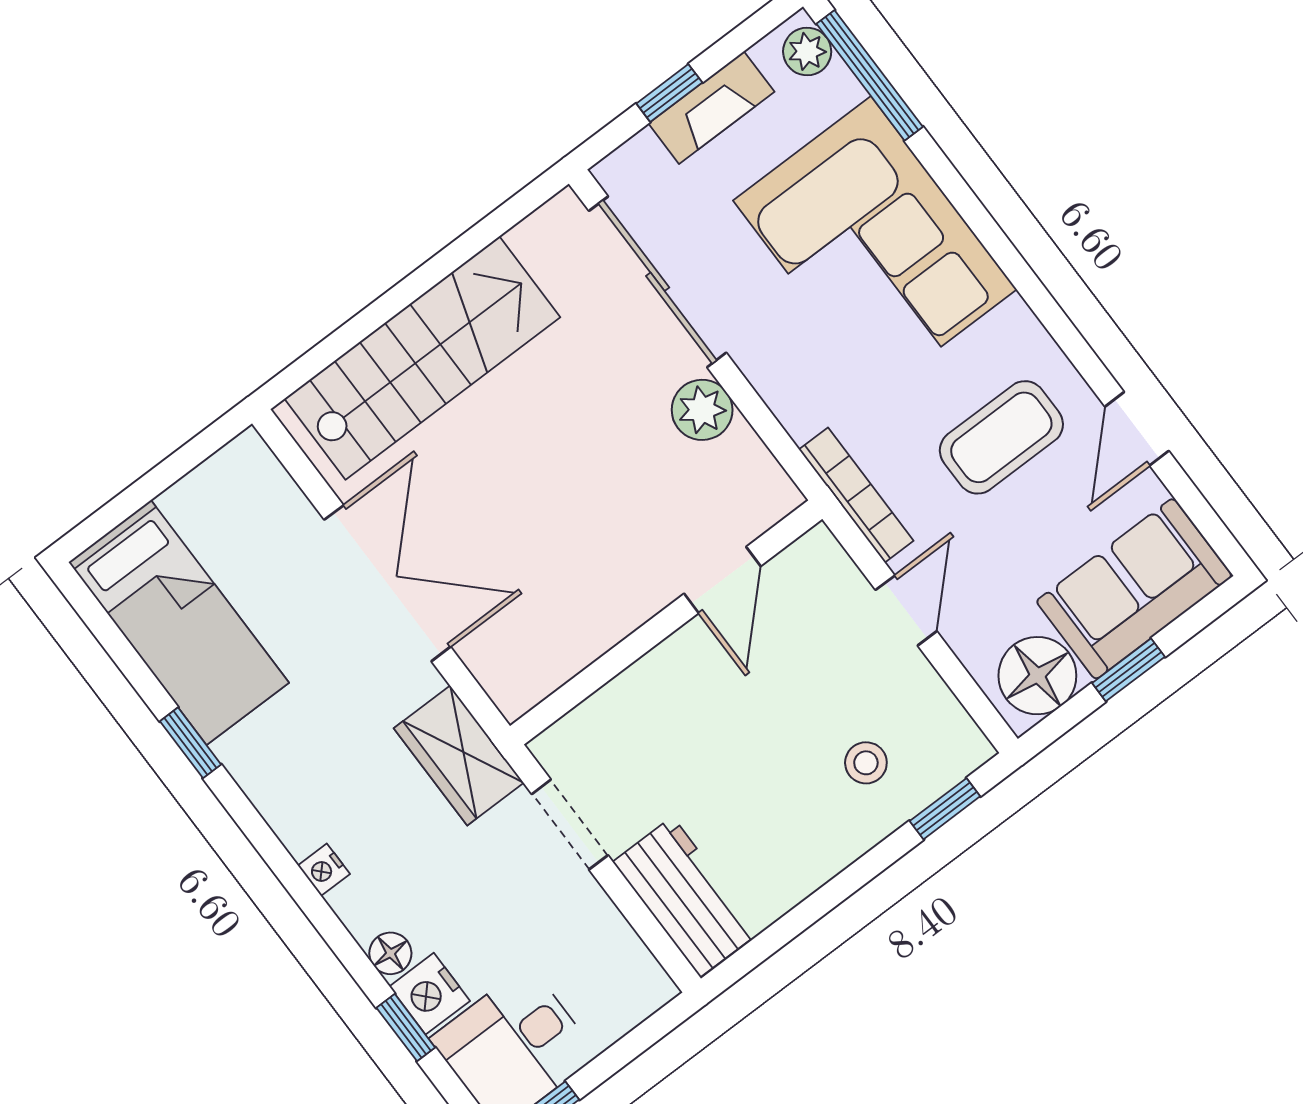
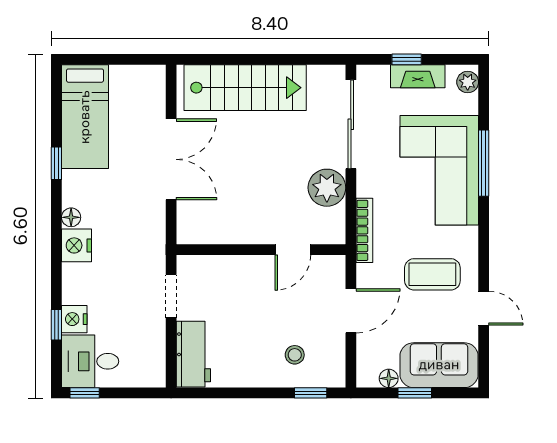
window: (870, 75) -> (484, 163), moved
plant: (702, 410) -> (327, 188), width x1.36, depth x1.36
door: (1137, 429) -> (484, 308), swing flipped
bookcase: (856, 495) -> (364, 230), moved
door: (906, 610) -> (351, 311), width x1.38
floor lamp: (1037, 676) -> (389, 378), width x0.53, depth x0.53
wardrobe: (459, 755) -> (150, 241), removed
nightstand: (324, 870) -> (76, 245), width x1.89, depth x1.79
floor lamp: (390, 953) -> (71, 217), moved

